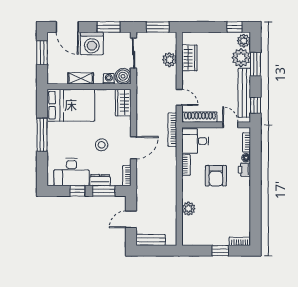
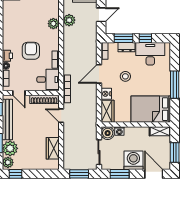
plant: (170, 60) -> (69, 20), moved
shelving: (81, 78) -> (160, 131), moved
nightstand: (125, 124) -> (106, 94), added

